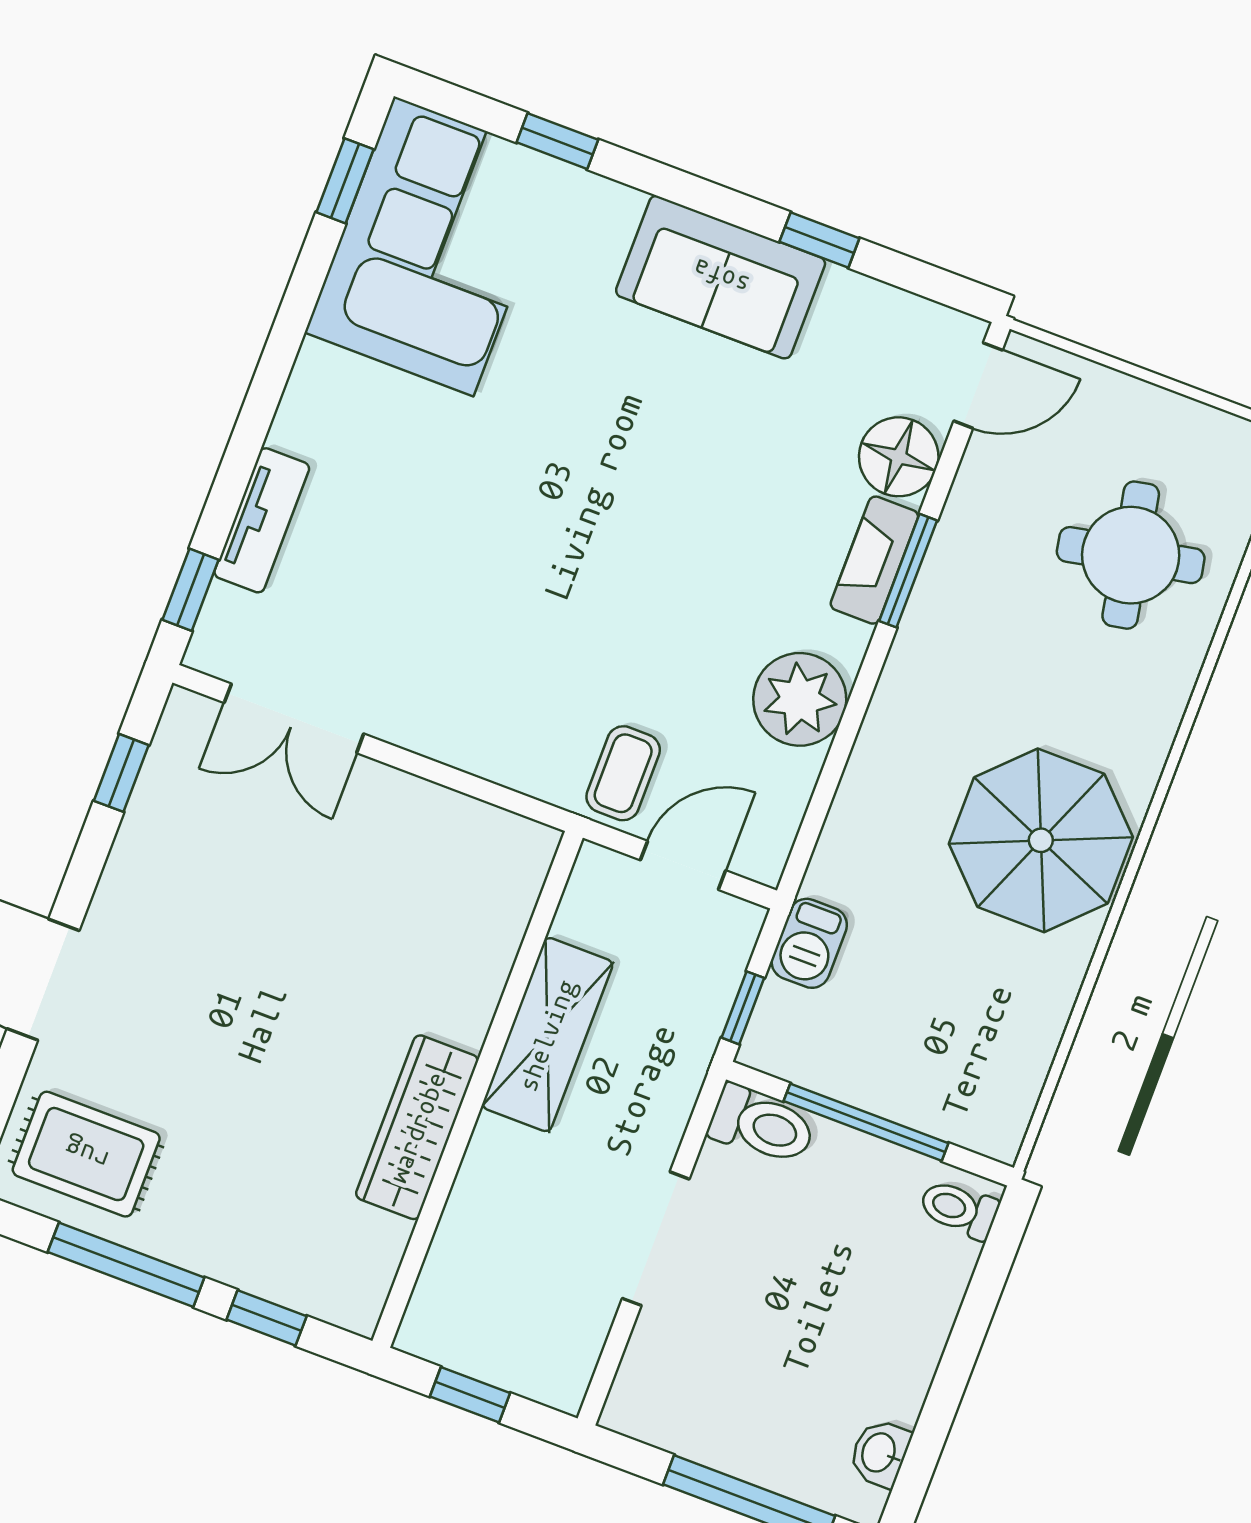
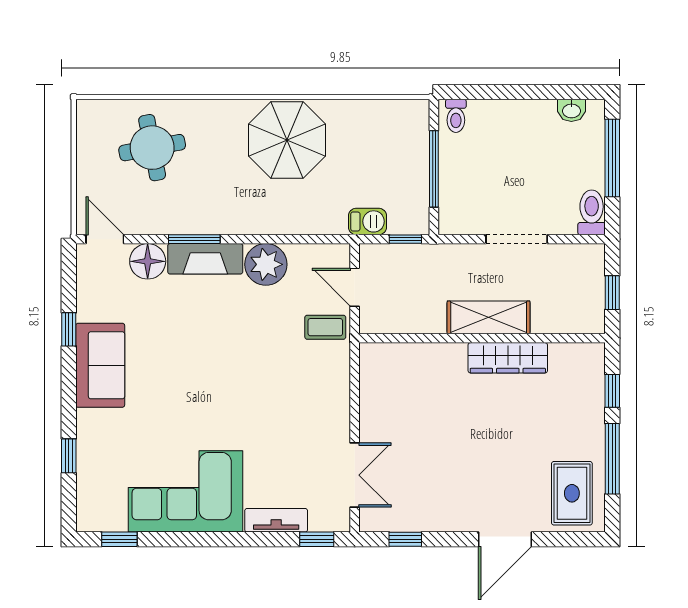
corner sofa: (434, 246) -> (185, 491), moved
fireplace: (874, 560) -> (205, 259), width x1.37, depth x1.32
shelving: (547, 1035) -> (489, 317), moved
toilet: (762, 1125) -> (592, 212), moved

